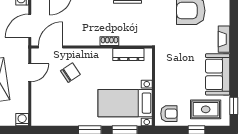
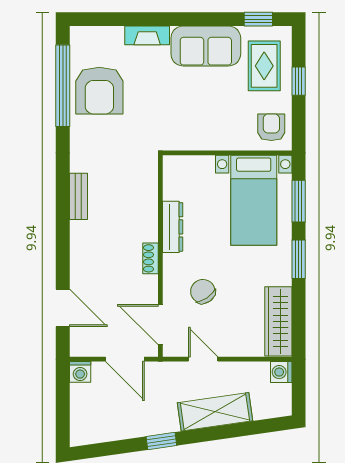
shoe rack: (109, 41) -> (150, 258), moved
dresser: (128, 54) -> (173, 227), moved
wardrobe: (52, 118) -> (278, 321), added

